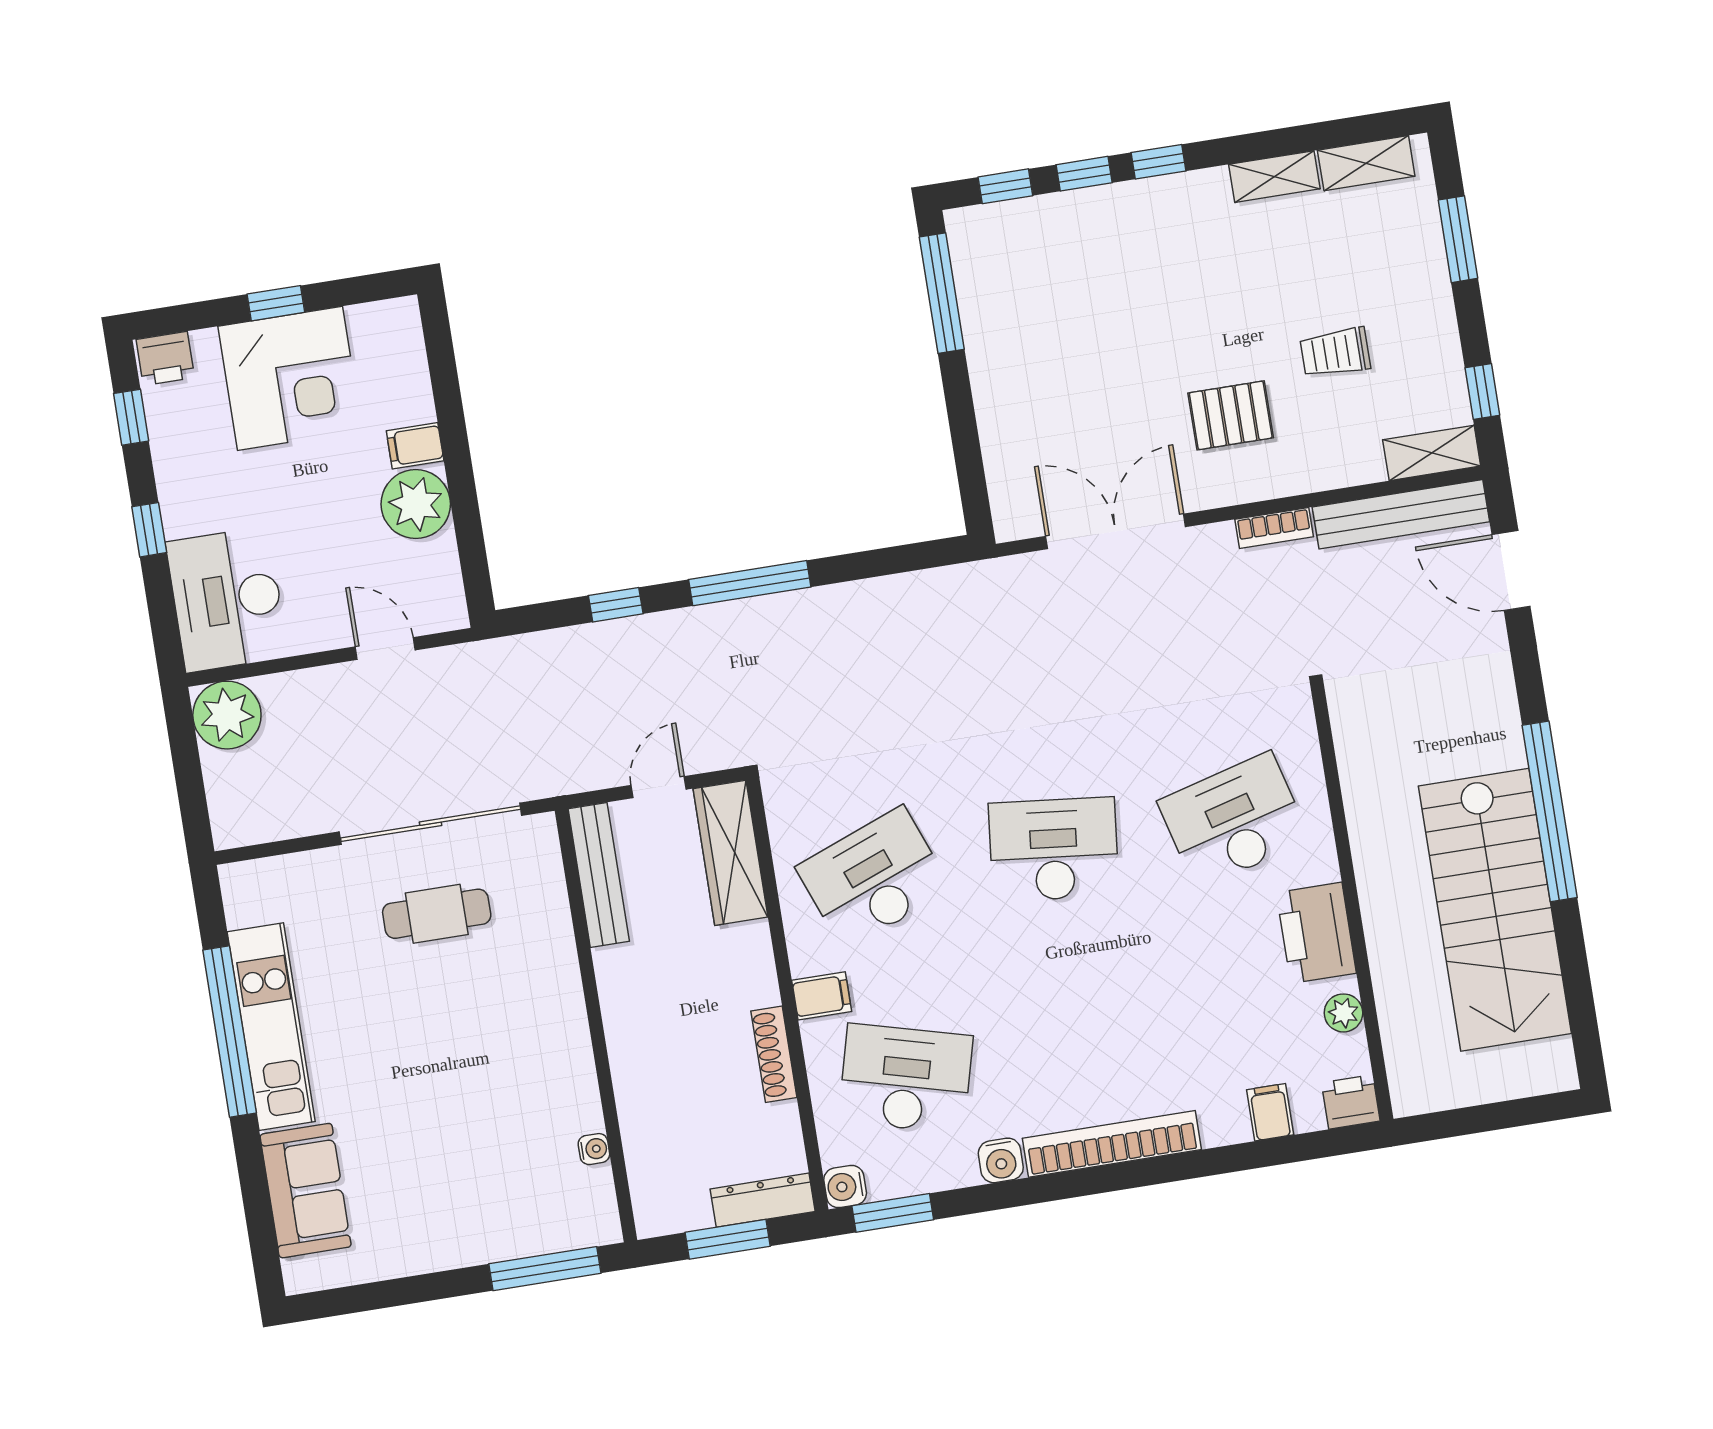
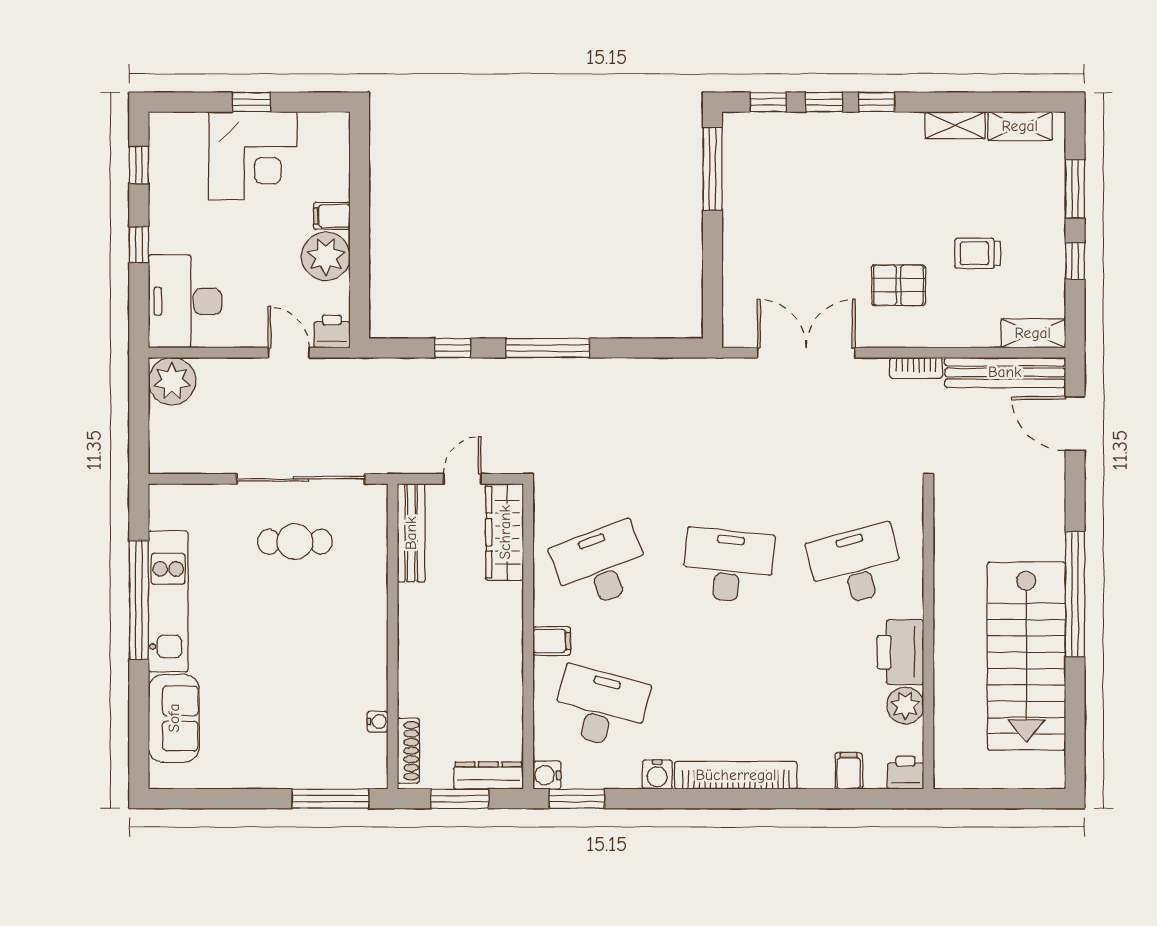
printer: (165, 358) -> (332, 331), moved, turned 180
window: (1482, 391) -> (1075, 261), moved
plant: (1343, 1013) -> (905, 705), width x1.38, depth x1.38
shoe rack: (774, 1054) -> (408, 751), moved, turned 180

